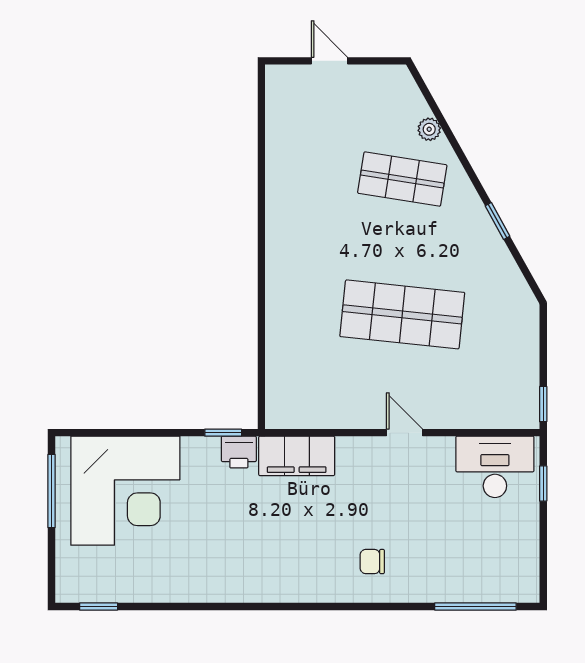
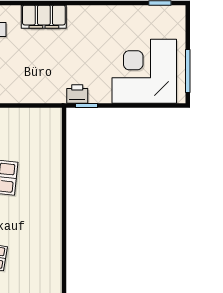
filing cabinet: (297, 456) -> (44, 17), moved, turned 180

